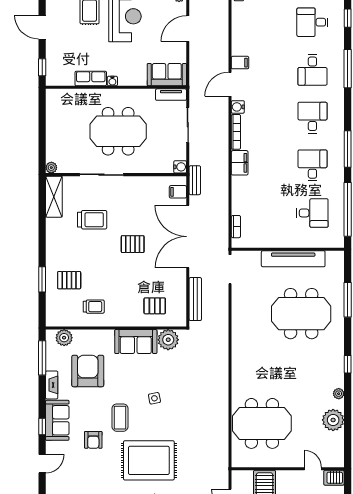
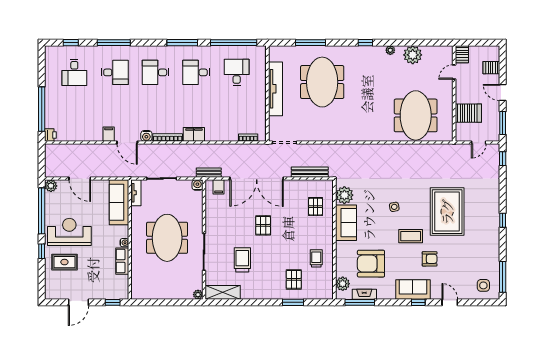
sofa: (167, 75) -> (119, 202), width x1.36
fireplace: (52, 385) -> (364, 294), moved

